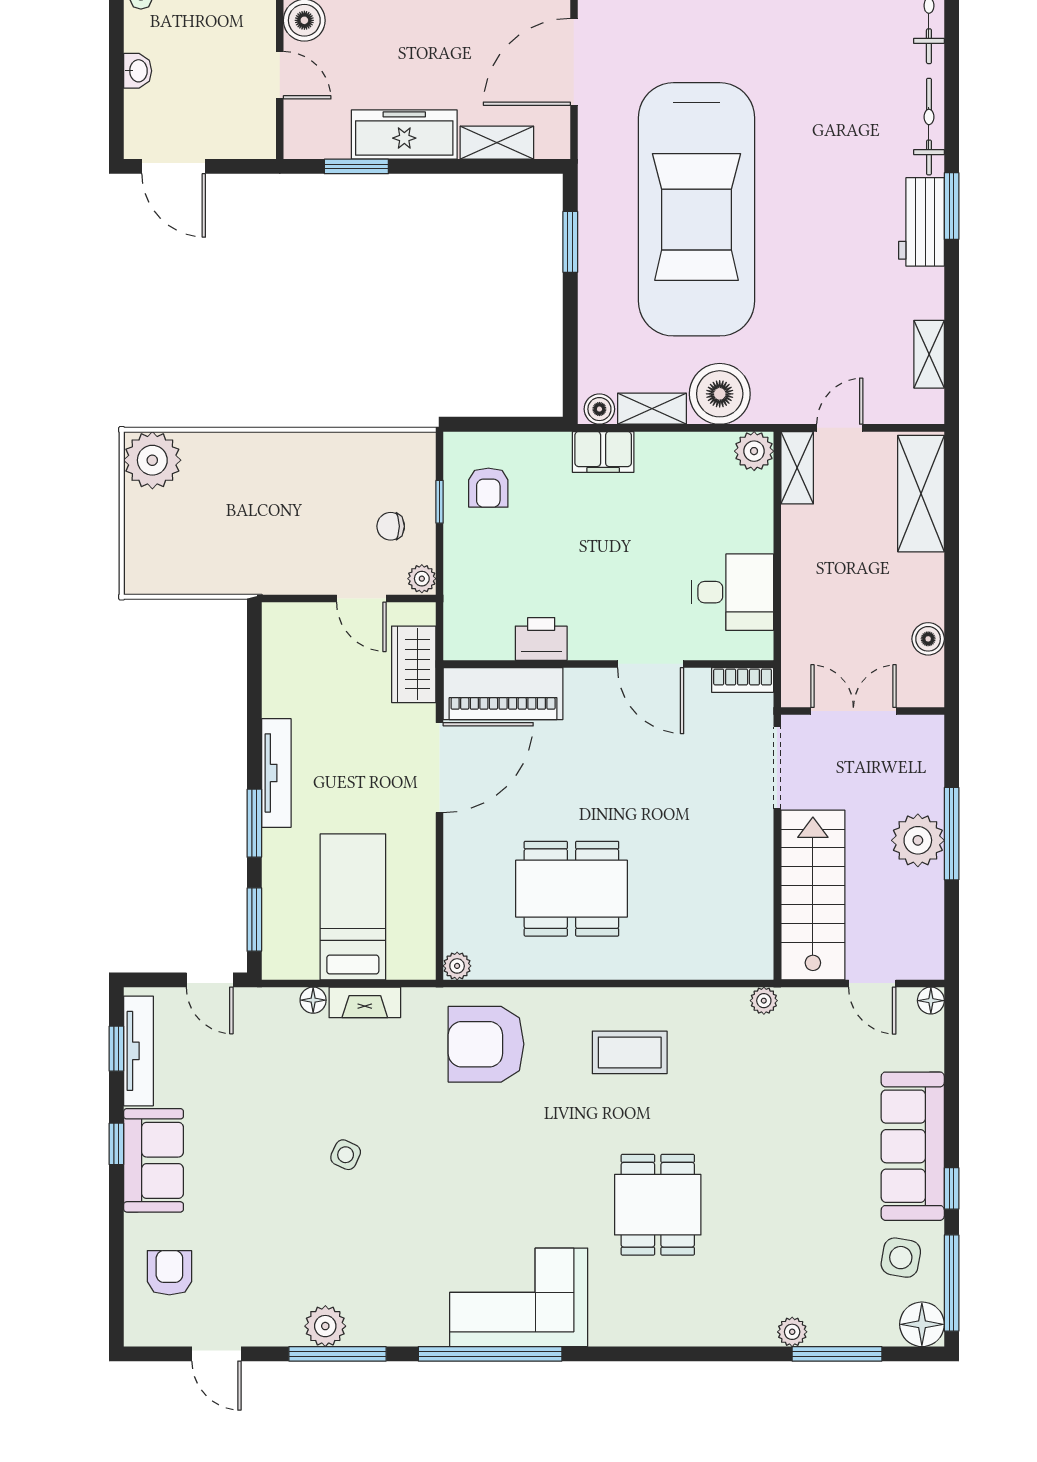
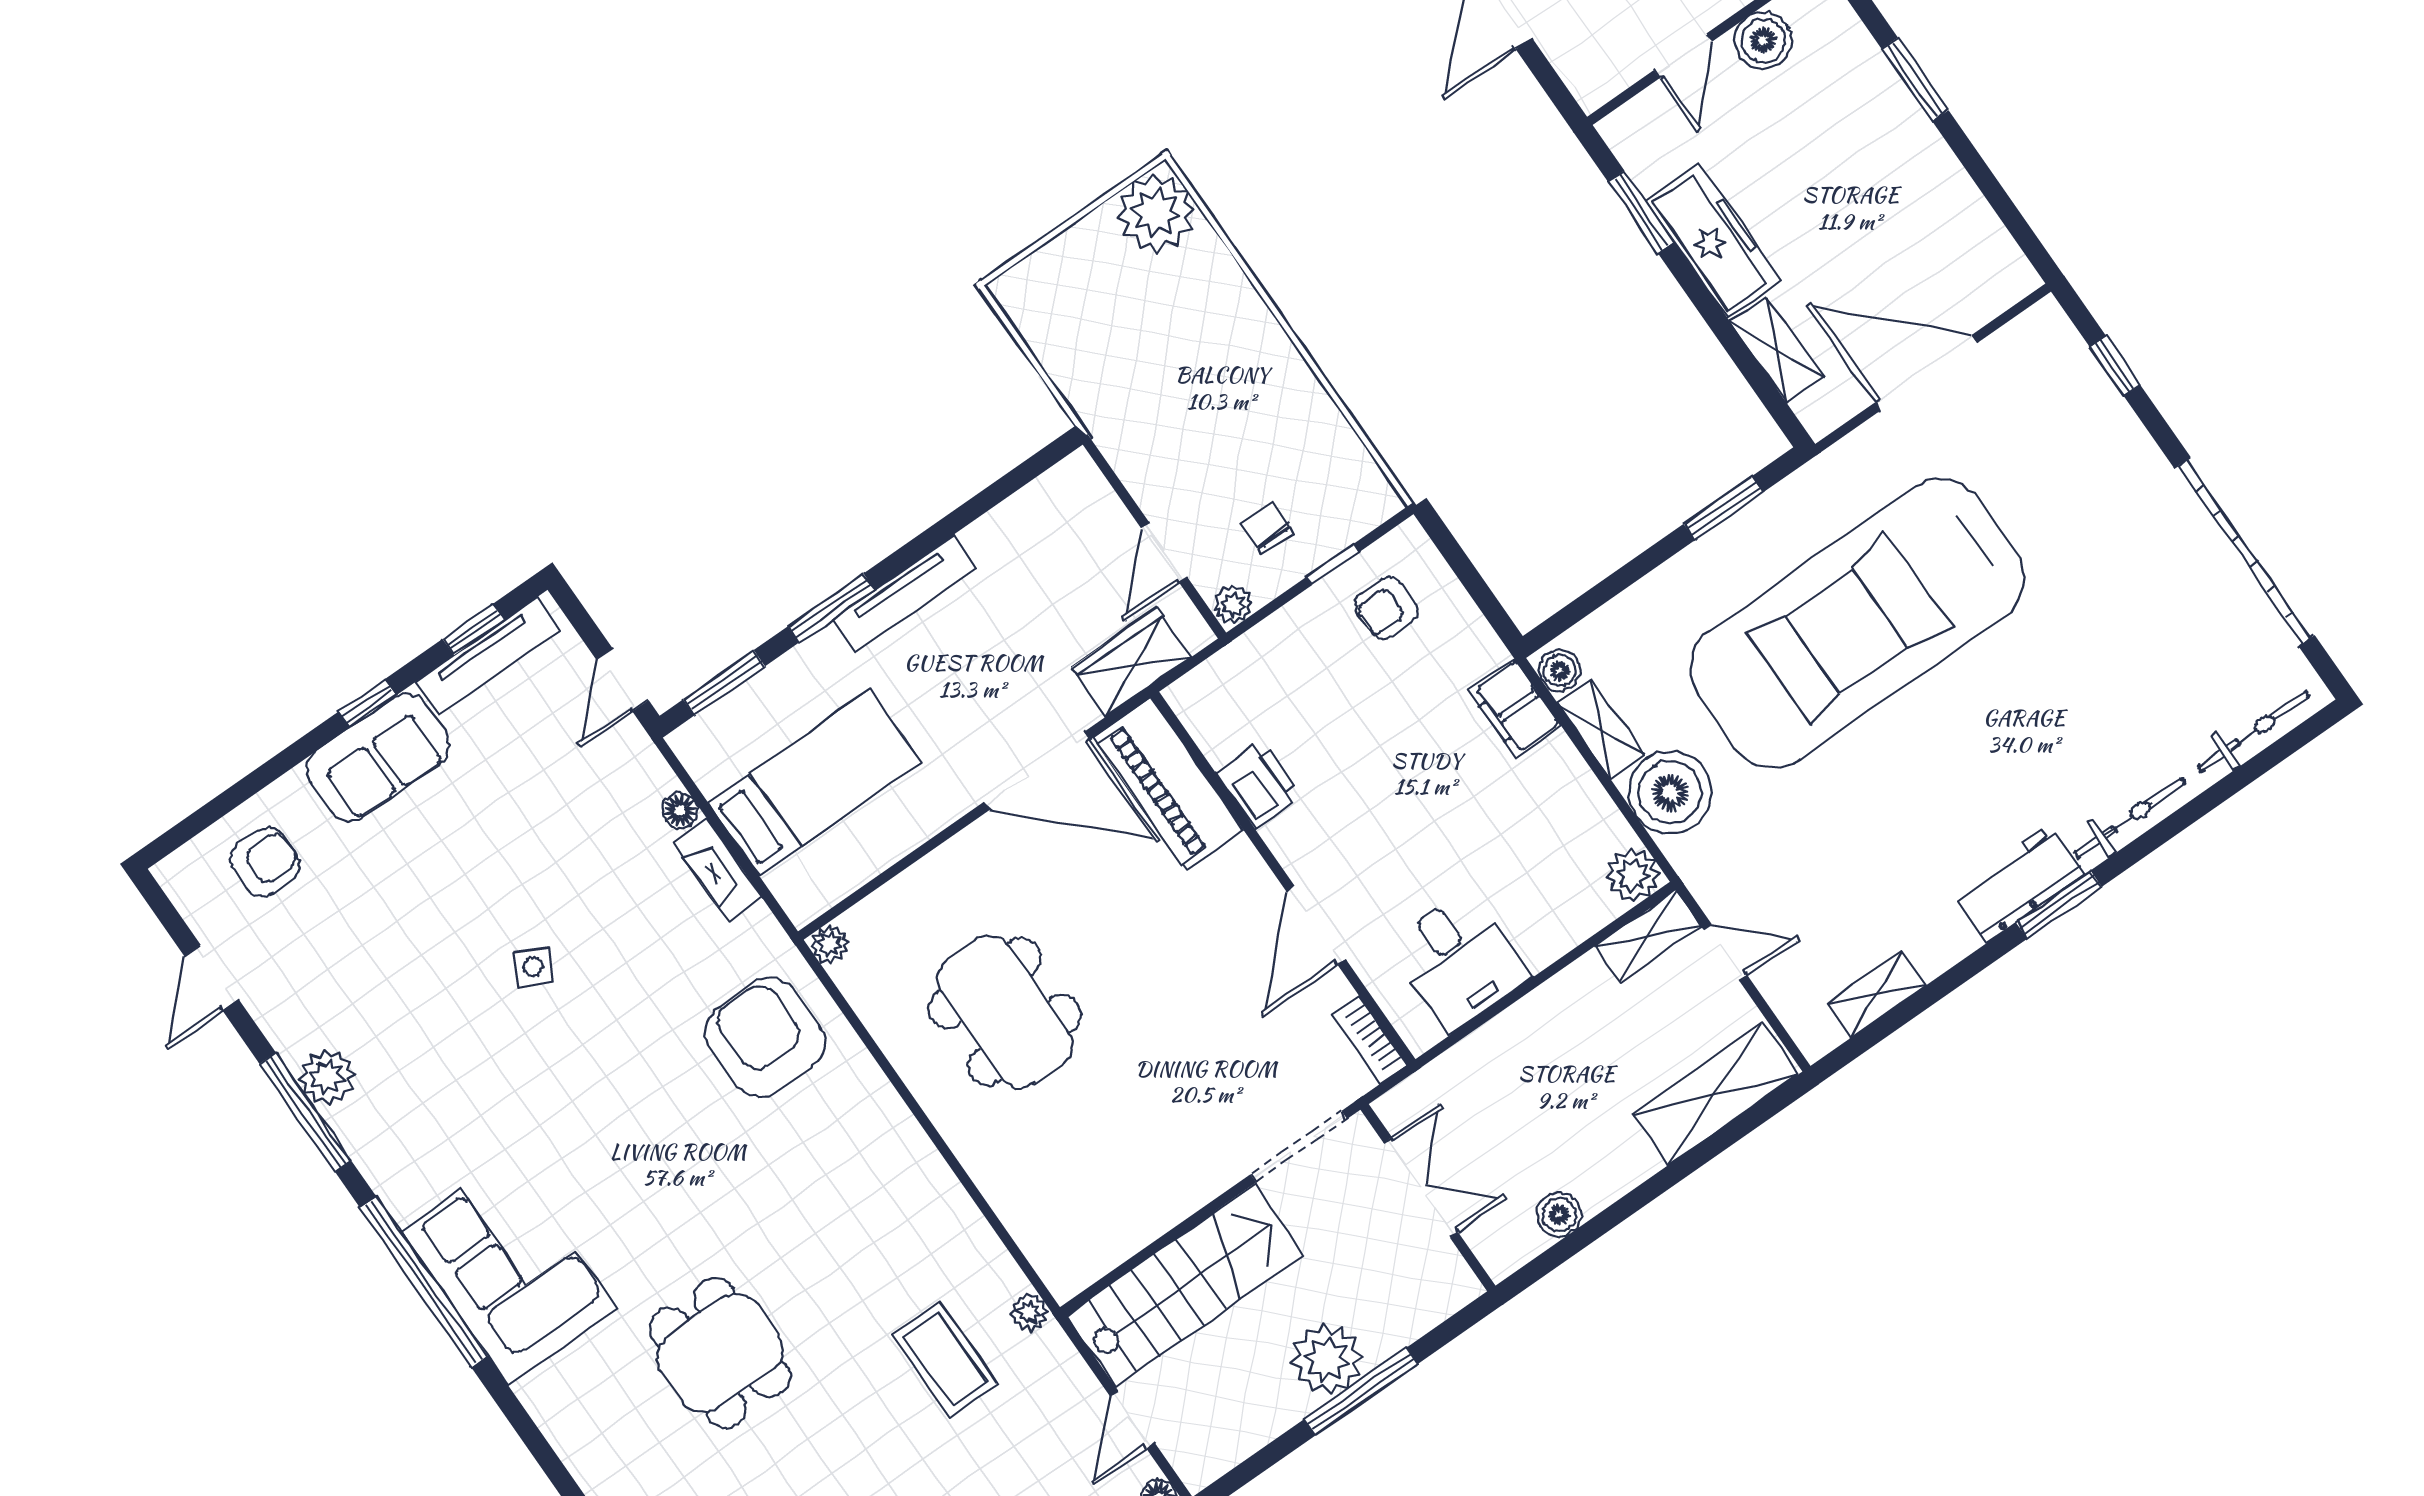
coffee table: (630, 1052) -> (945, 1359), moved
dining table: (658, 1205) -> (720, 1353), turned 90

